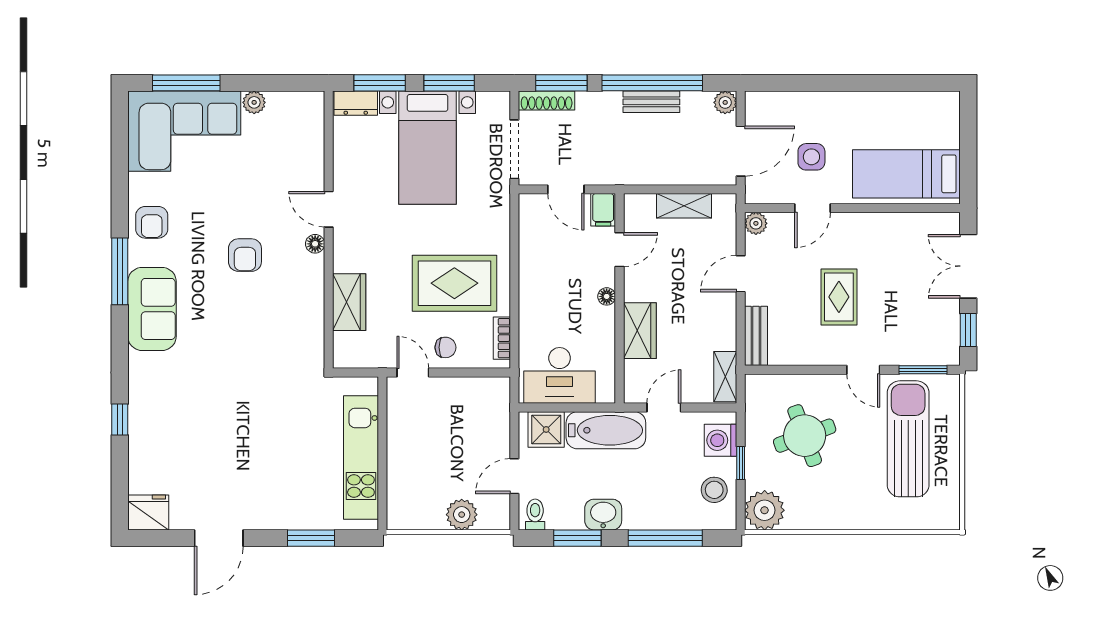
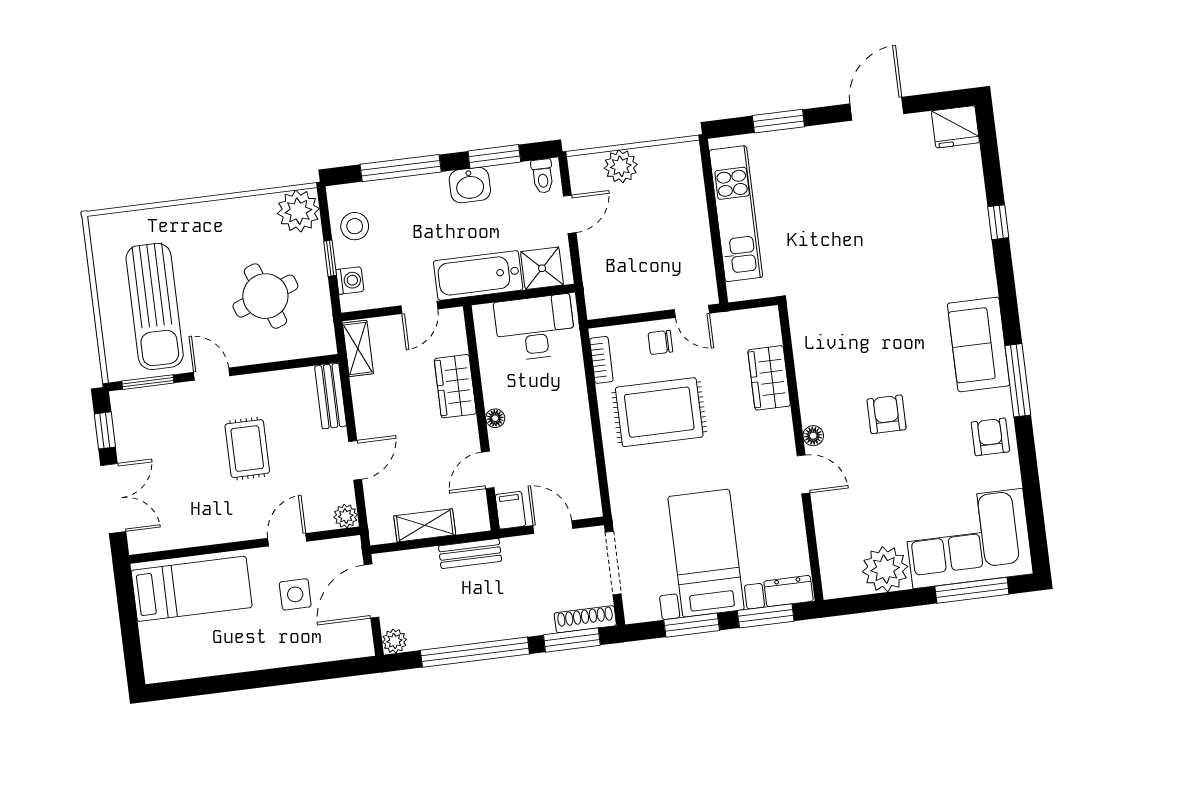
plant: (254, 102) -> (885, 569), width x1.88, depth x1.88
bench: (651, 102) -> (470, 554), moved
washing machine: (721, 440) -> (350, 280), width x0.73, depth x0.73

